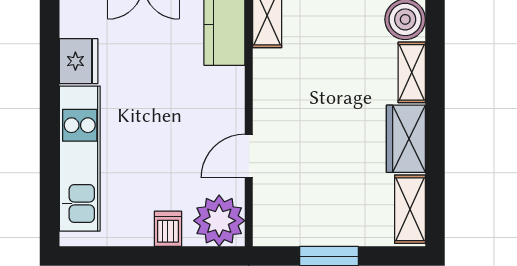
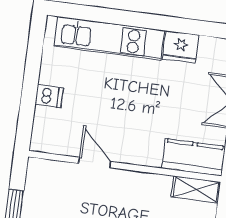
plant: (219, 221) -> (50, 135), removed

